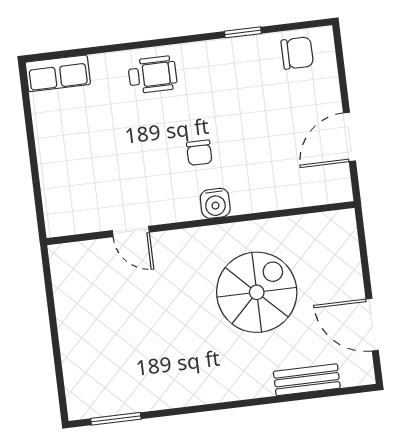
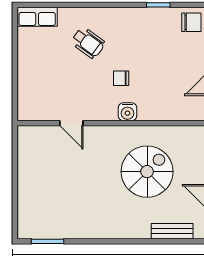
wheelchair: (153, 75) -> (88, 43), moved, turned 36
chair: (199, 153) -> (121, 78), turned 90

